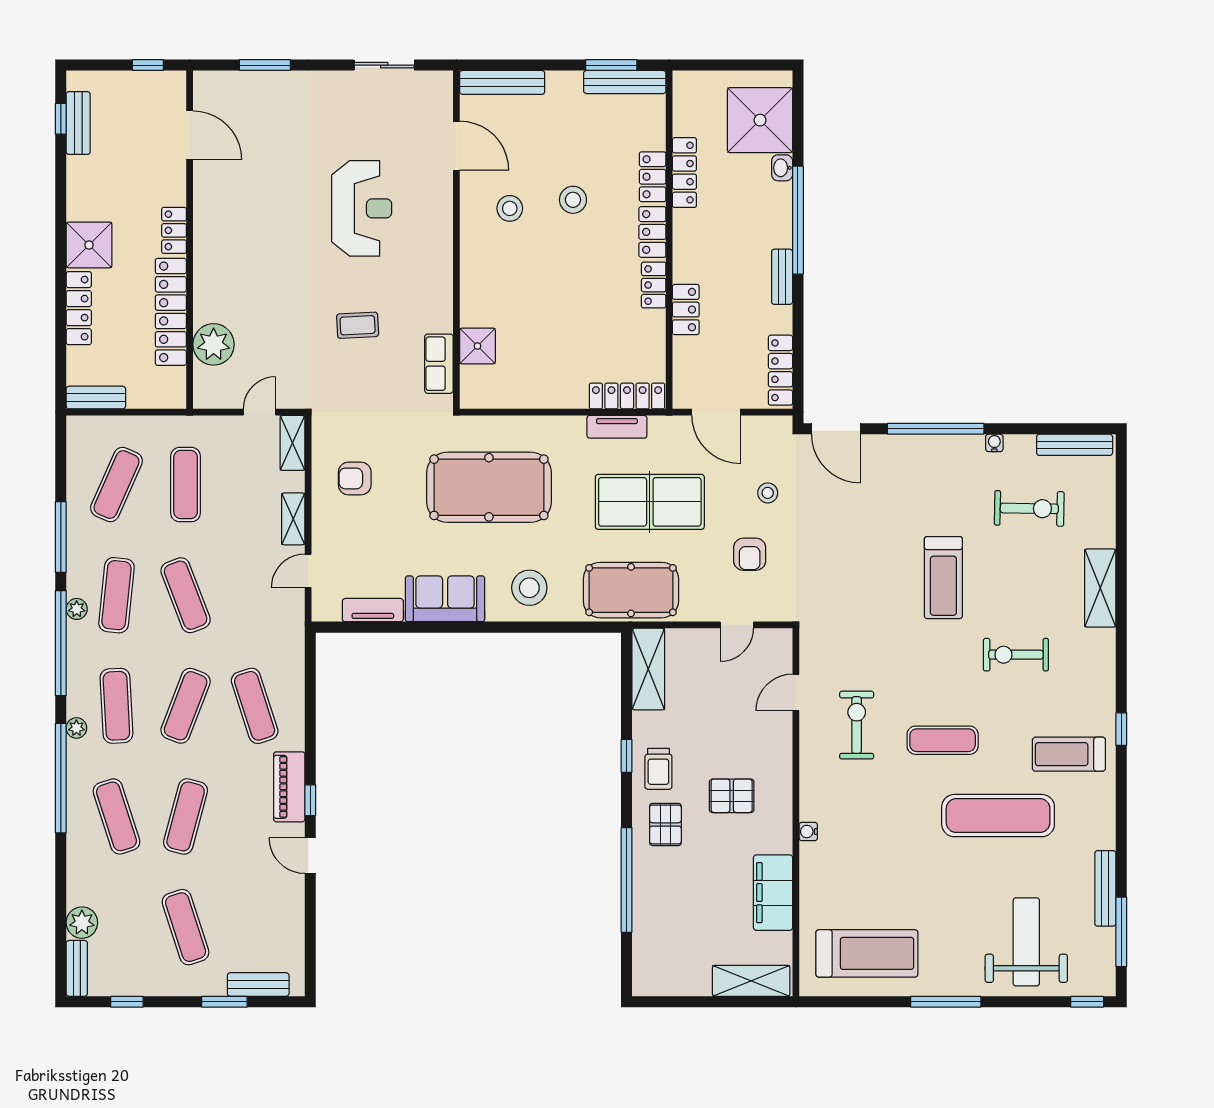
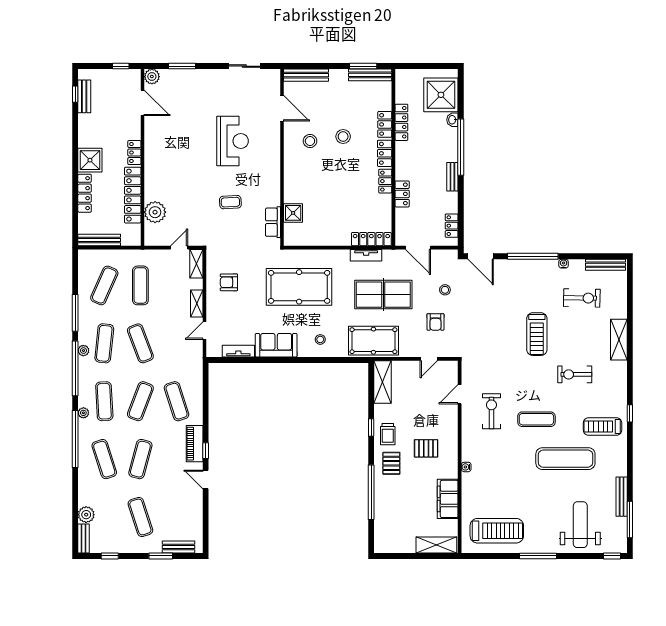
plant: (207, 85) -> (152, 77), added
locker: (781, 370) -> (452, 226), width x0.66
bench: (96, 398) -> (99, 240), width x1.36
stool: (529, 588) -> (320, 339), width x0.53, depth x0.53

